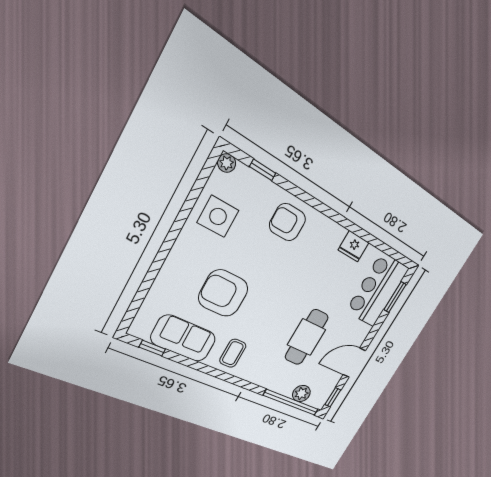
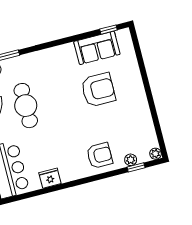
plant: (261, 185) -> (131, 160), added
side table: (218, 216) -> (137, 126), removed
coffee table: (233, 353) -> (62, 61), removed

